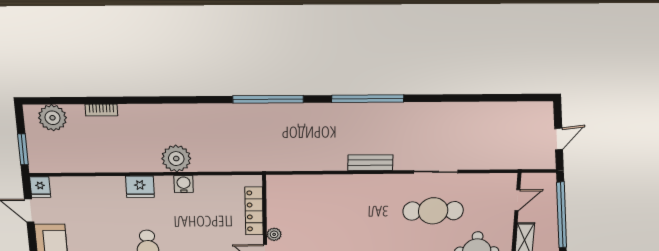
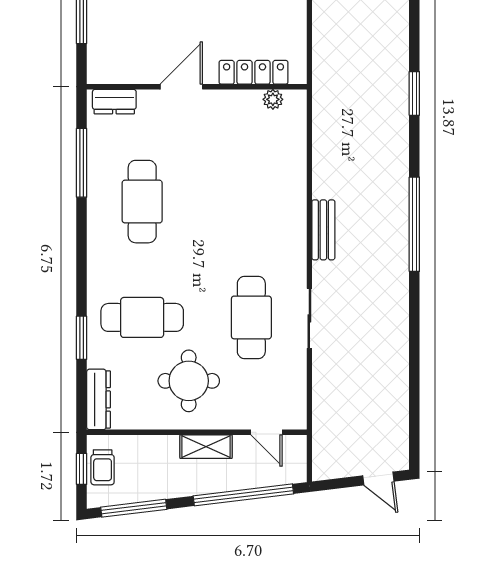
window: (268, 99) -> (414, 93), width x0.47
door: (559, 139) -> (378, 478), moved
plant: (274, 234) -> (273, 99), moved

